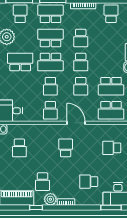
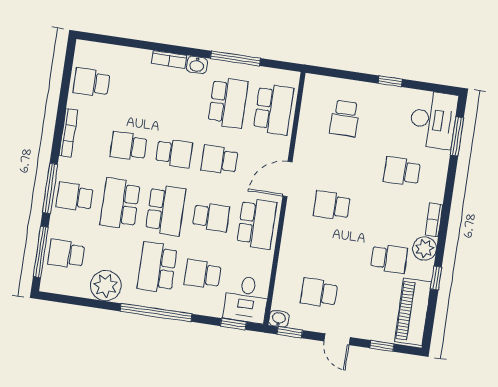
school desk: (50, 14) -> (75, 197), width x0.54
school desk: (81, 38) -> (129, 146), turned 180
school desk: (20, 86) -> (203, 274), added
school desk: (81, 86) -> (220, 160), turned 180
school desk: (50, 110) -> (257, 224), width x1.85
school desk: (19, 148) -> (319, 293), turned 180
school desk: (89, 182) -> (402, 171), turned 90

